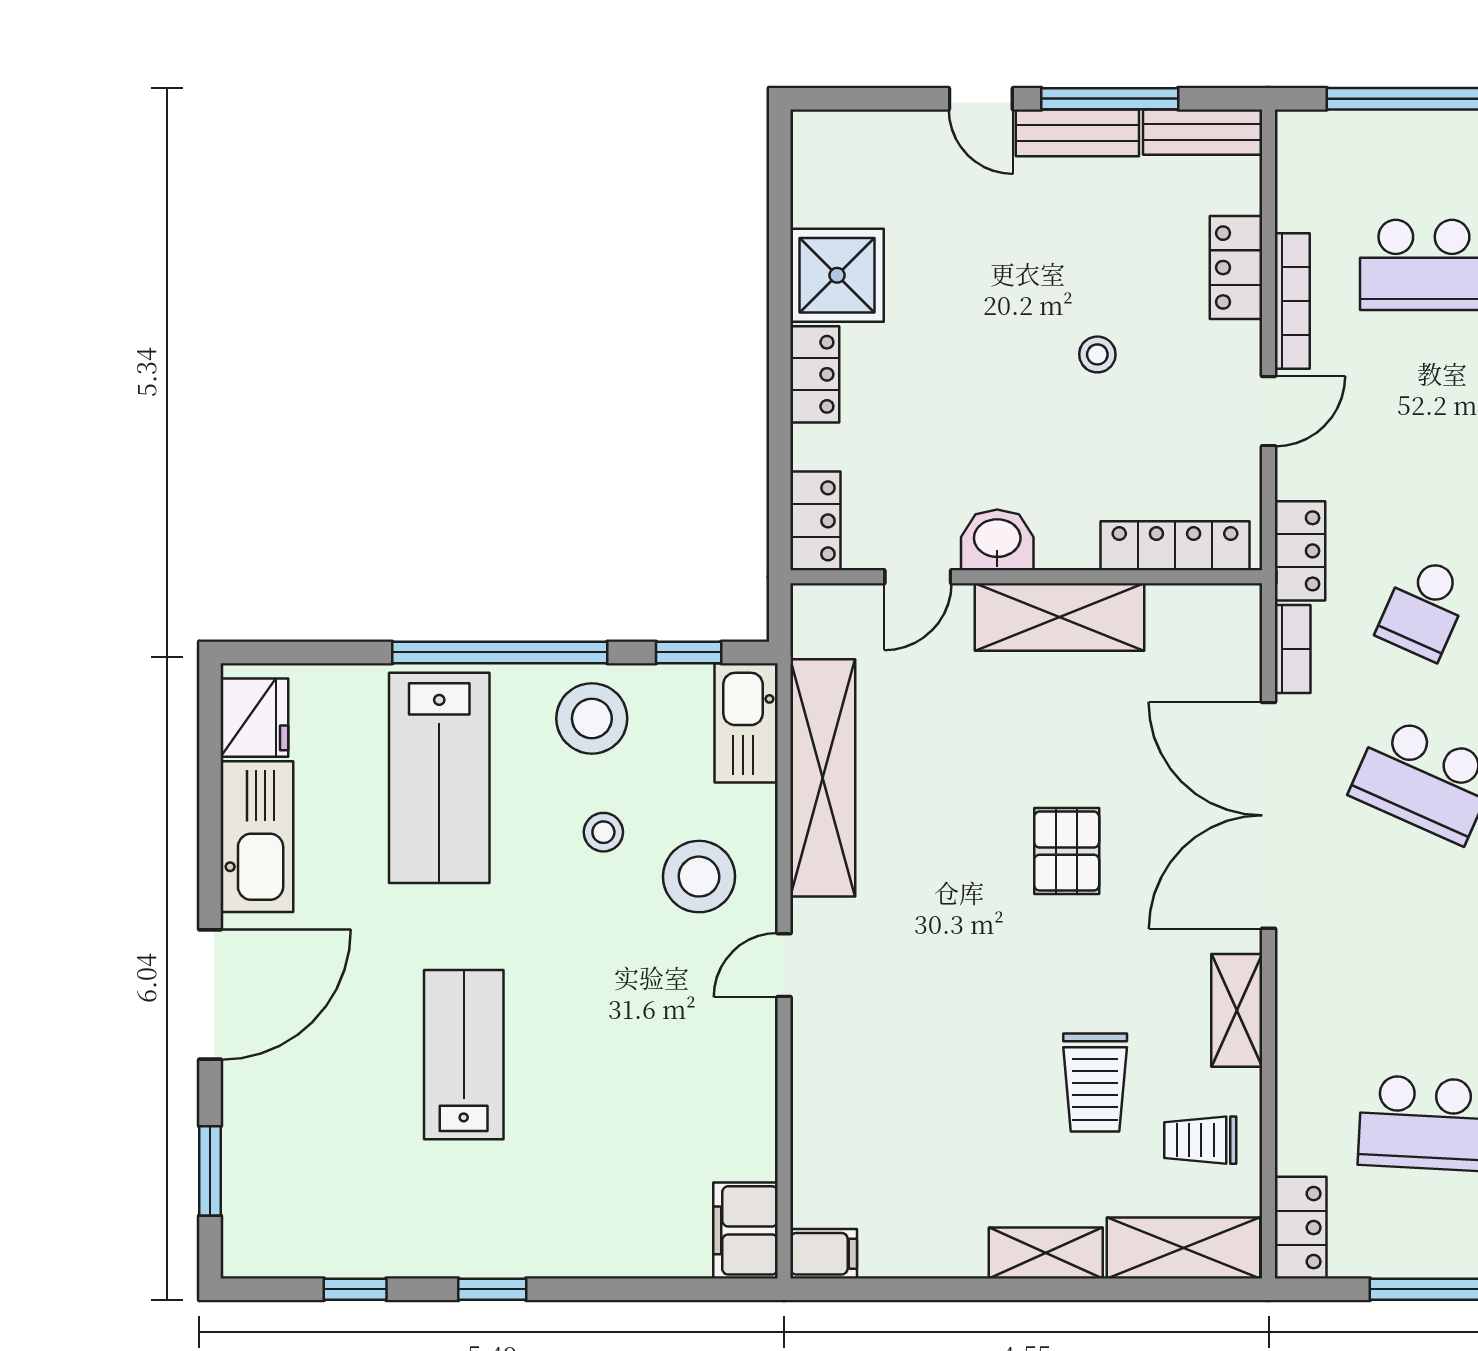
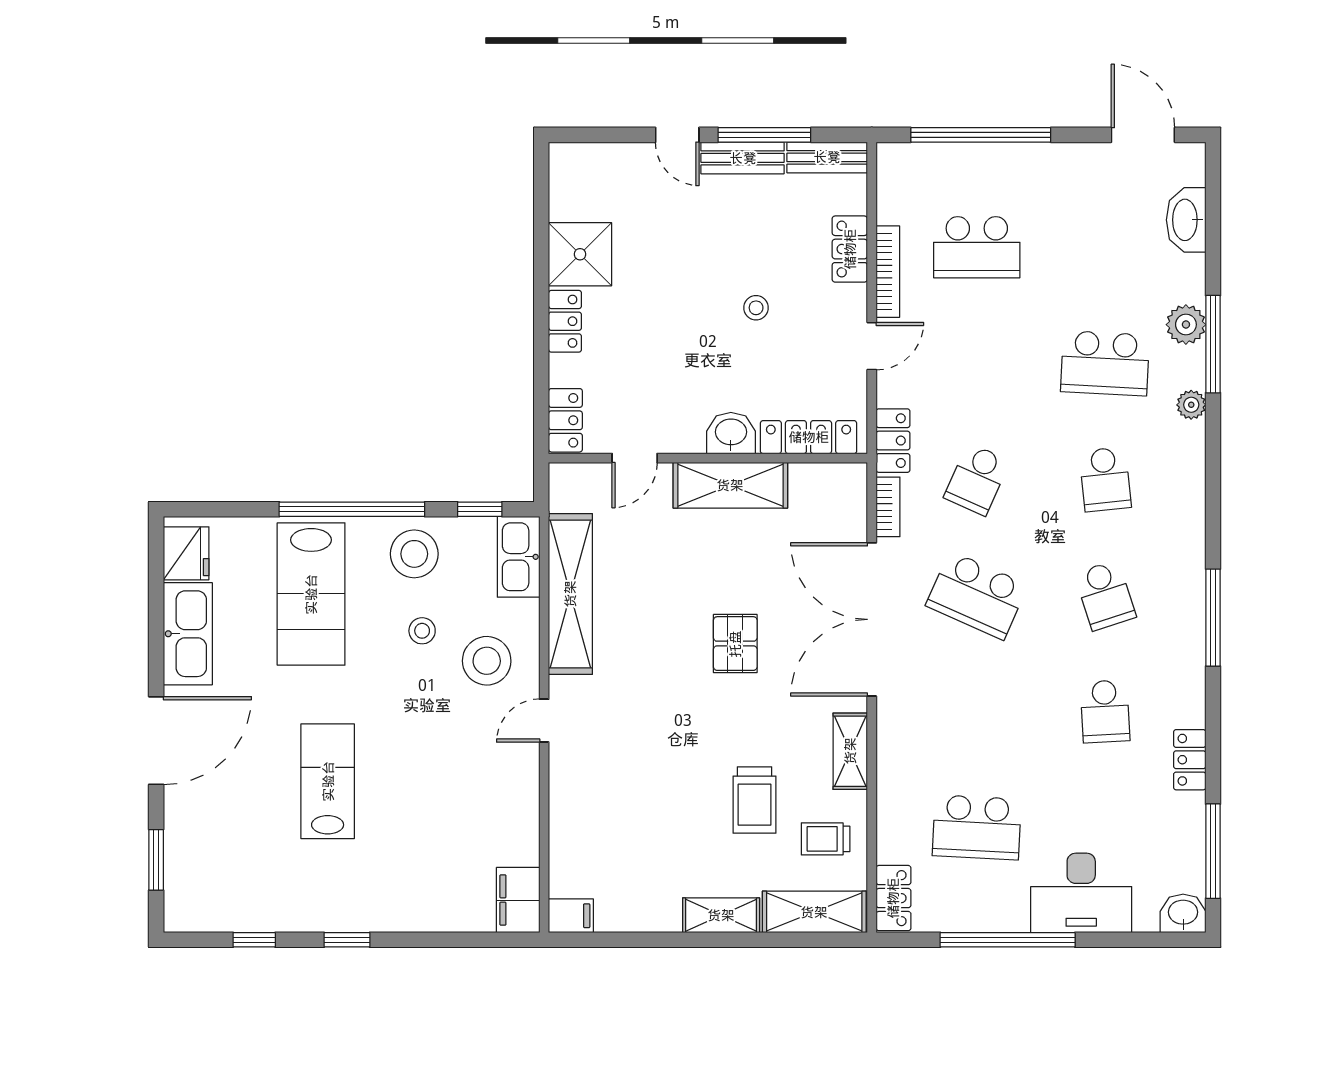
washbasin: (997, 540) -> (731, 433), moved

